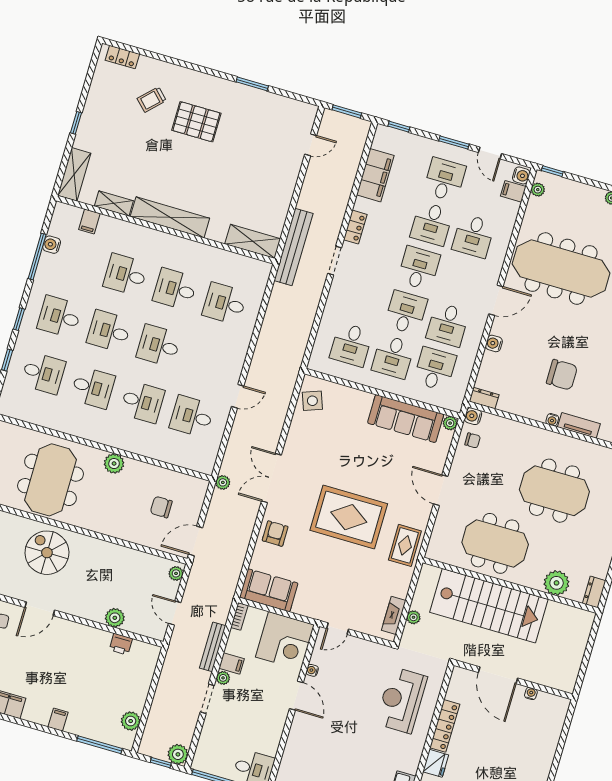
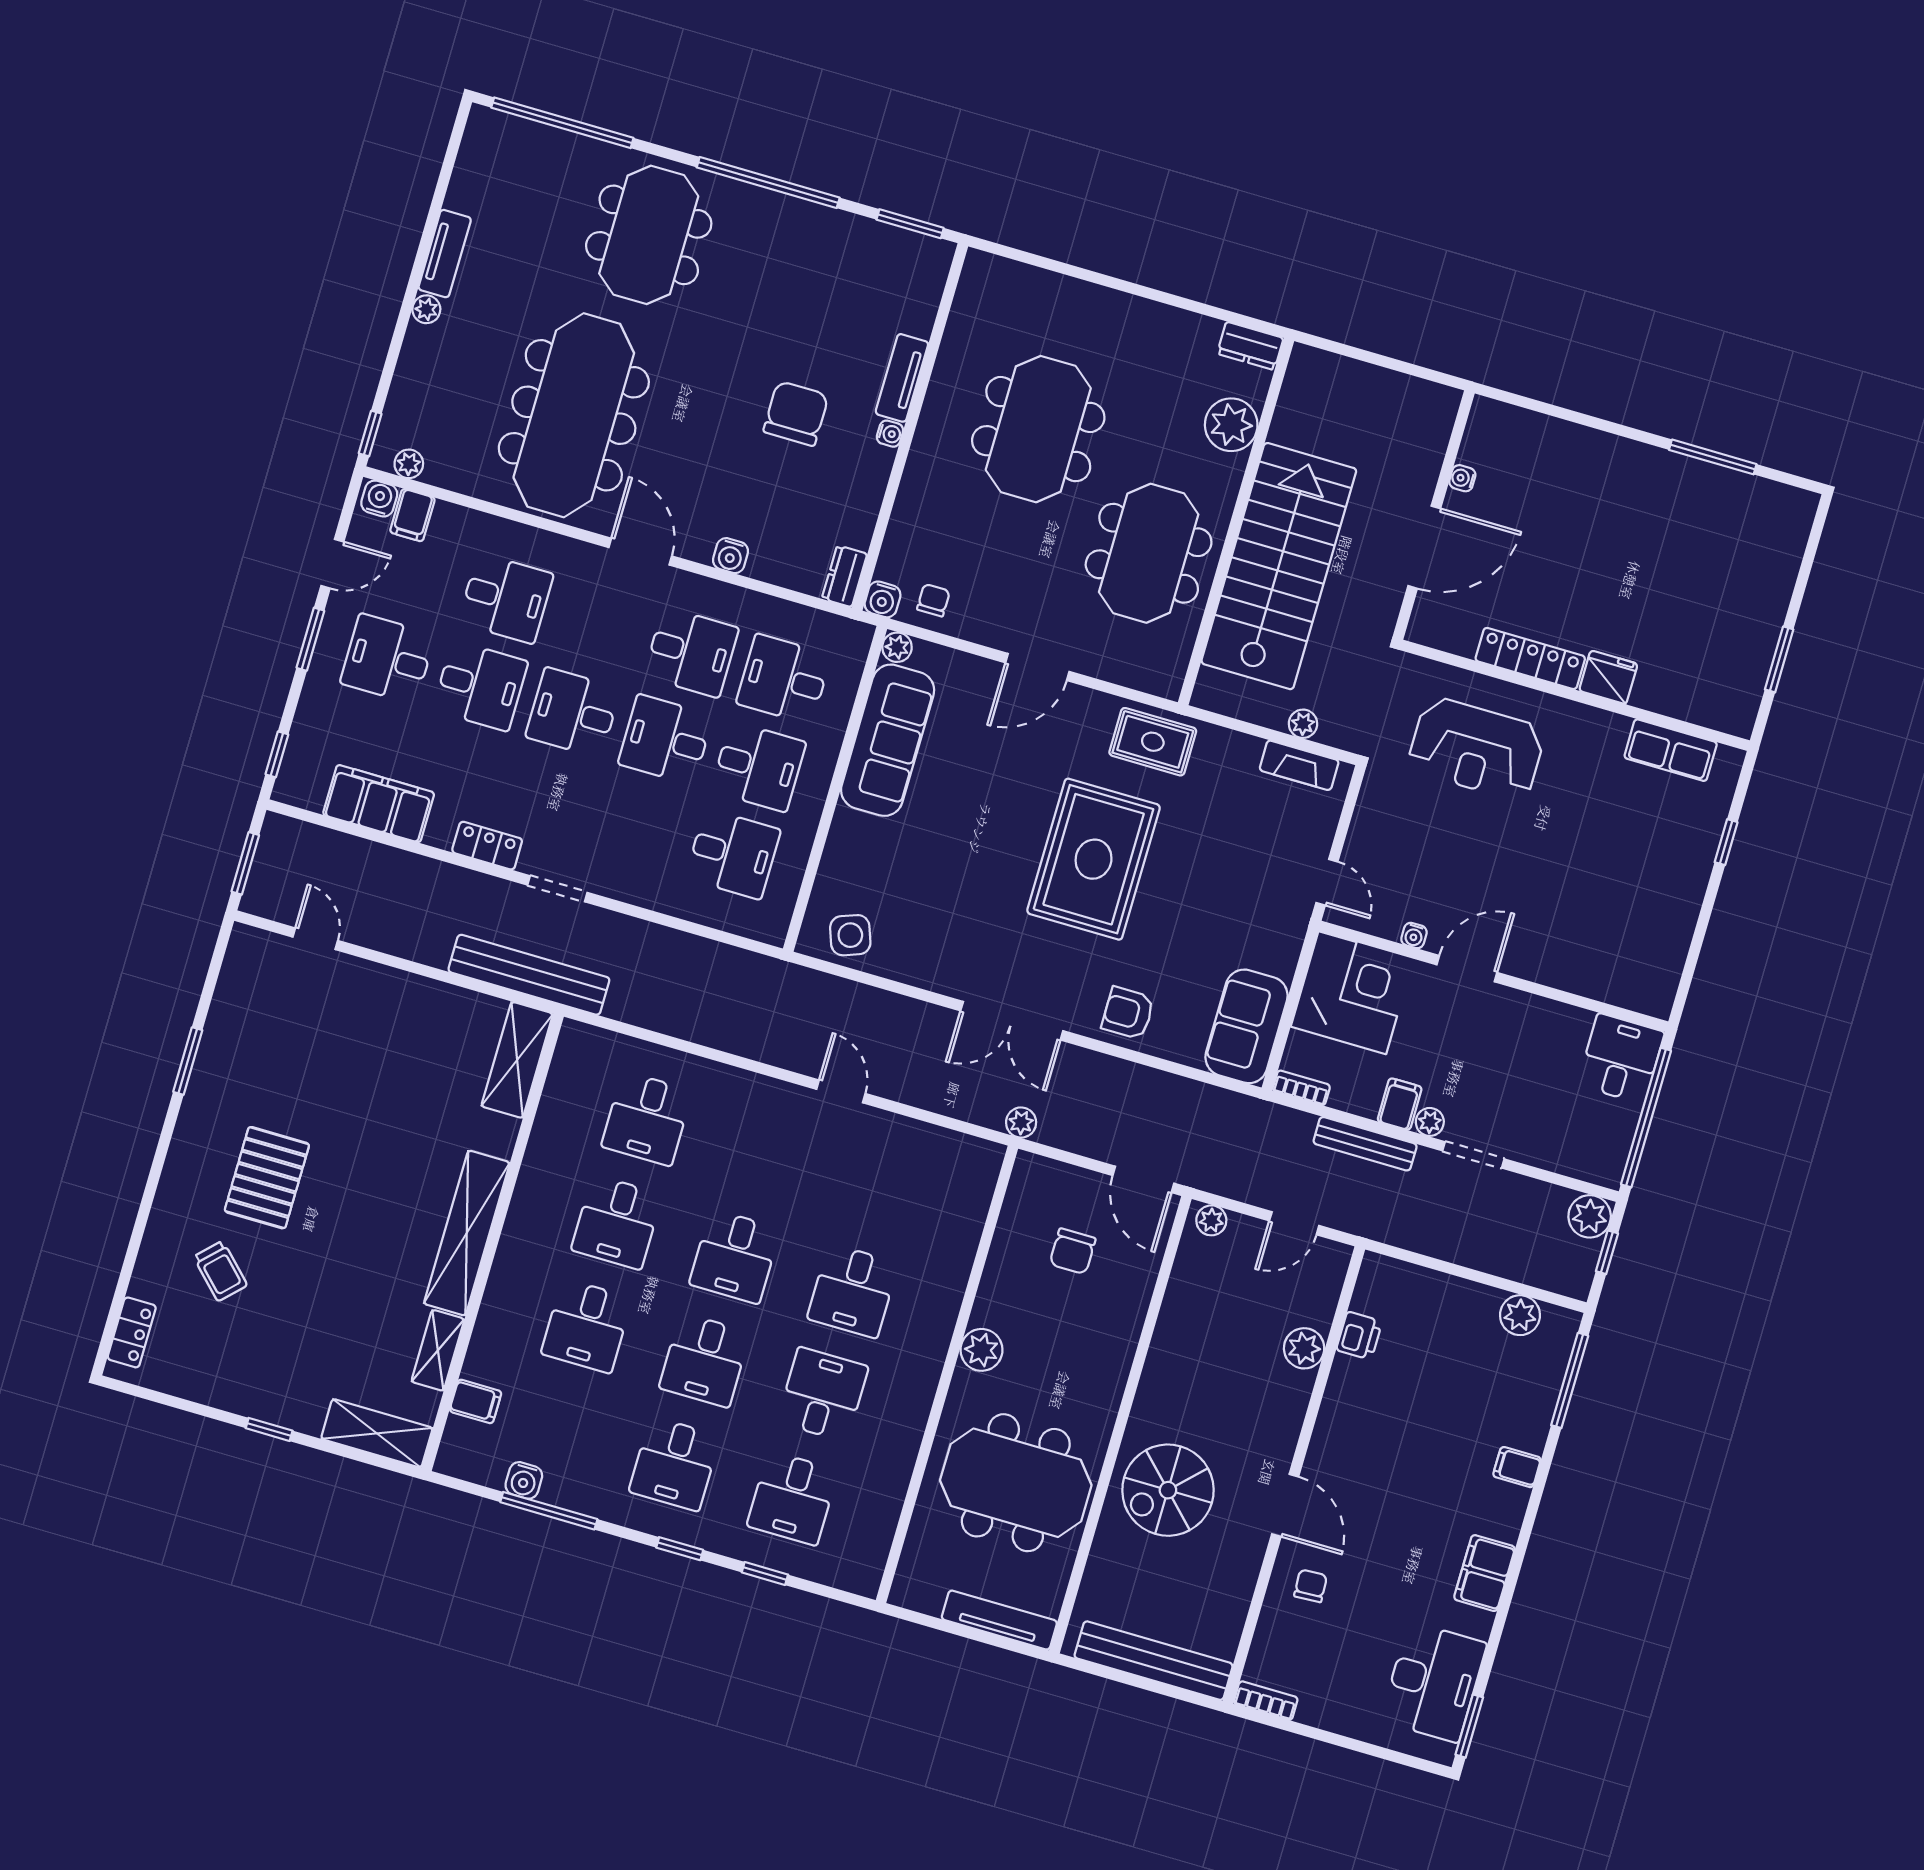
desk: (43, 373) -> (793, 1498), turned 180
desk: (142, 402) -> (853, 1291), turned 180
desk: (192, 416) -> (883, 1187), removed

